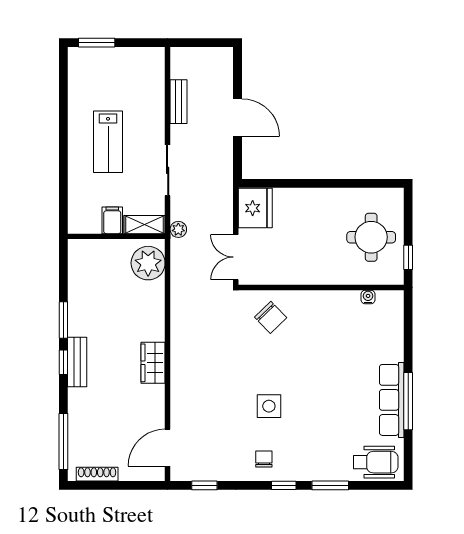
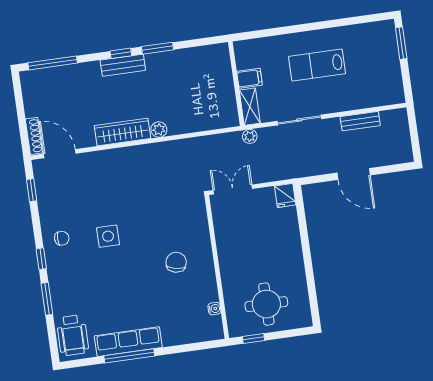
door: (238, 118) -> (354, 174), hinge flipped
fridge: (255, 208) -> (285, 195), width x0.53, depth x0.75
plant: (148, 263) -> (159, 130), moved, width x0.53, depth x0.53
chair: (271, 317) -> (176, 262), moved, turned 146
wardrobe: (153, 363) -> (122, 132), width x1.50
shoe rack: (97, 474) -> (34, 136), moved

